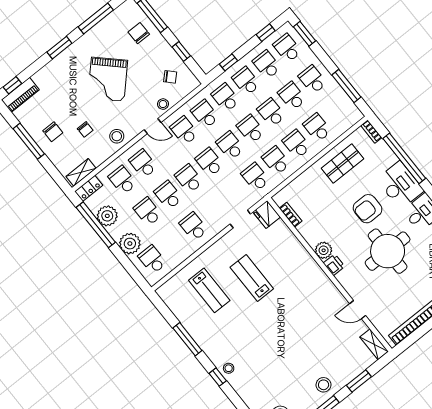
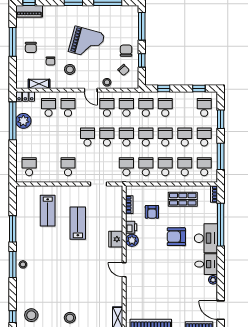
chair: (139, 33) -> (126, 51), moved
window: (304, 34) -> (221, 119), moved
school desk: (267, 65) -> (204, 167), moved
grand piano: (108, 79) -> (87, 43), turned -119
stool: (117, 136) -> (70, 69), moved
shelving: (81, 172) -> (39, 84), moved
school desk: (168, 195) -> (68, 137), removed
armchair: (321, 203) -> (152, 212), added
school desk: (148, 212) -> (49, 137), removed
fridge: (267, 214) -> (116, 239), moved
plant: (130, 244) -> (24, 147), removed
round table: (388, 251) -> (168, 270), removed
printer: (334, 265) -> (131, 227), moved
door: (358, 310) -> (124, 270), moved
window: (218, 377) -> (13, 264), width x2.17

